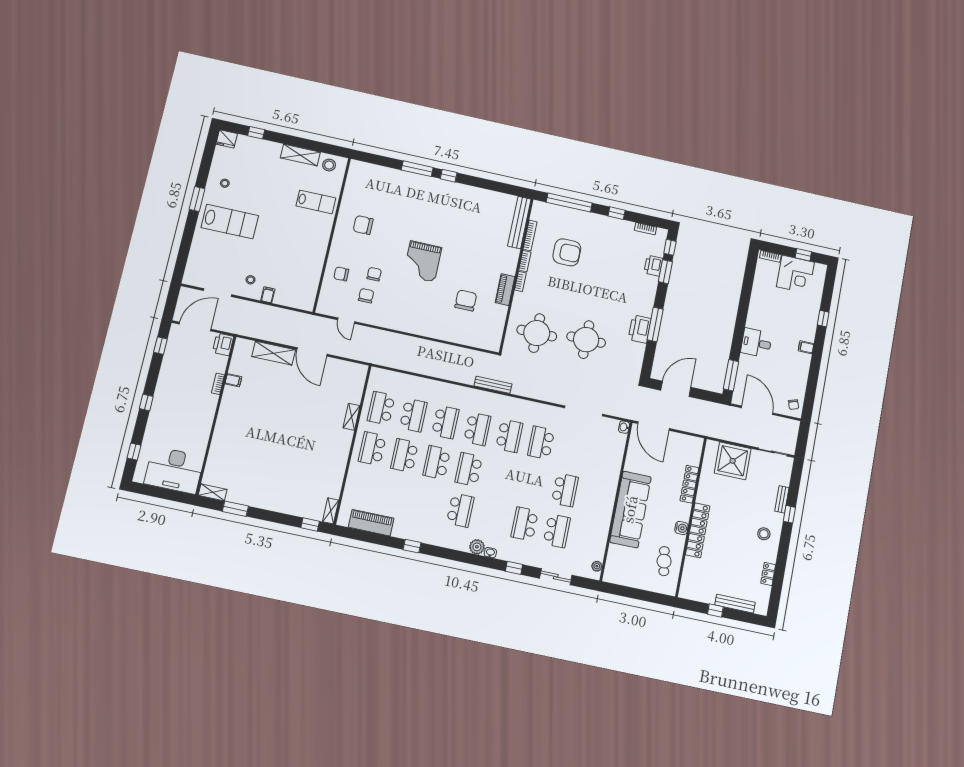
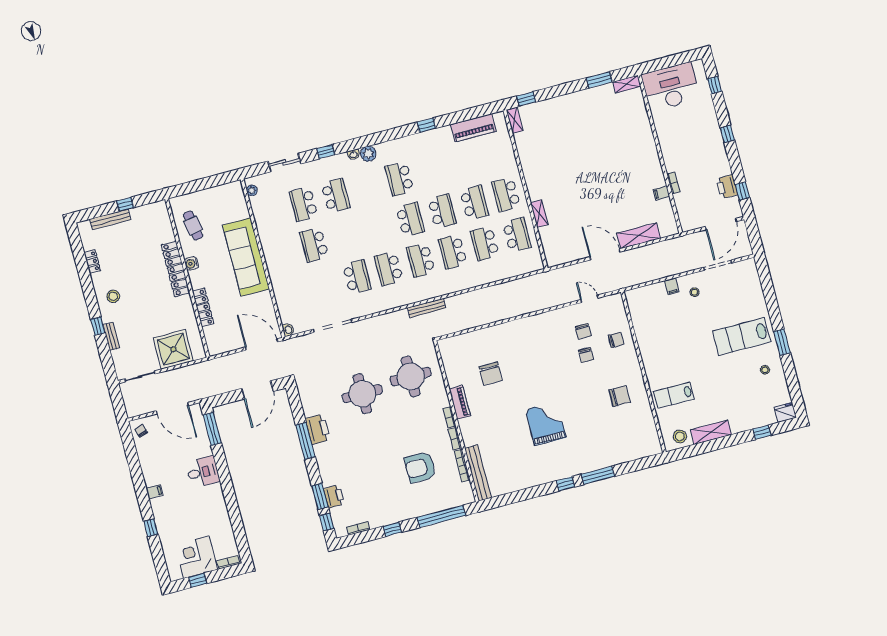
grand piano: (422, 261) -> (546, 423), moved
printer: (223, 344) -> (727, 187), moved, turned 180
school desk: (372, 449) -> (506, 194), turned 180

